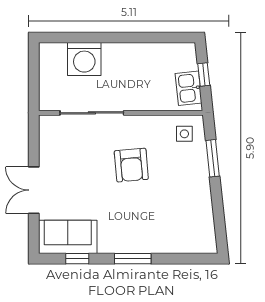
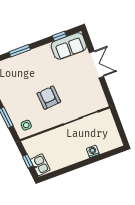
washing machine: (84, 59) -> (93, 151), width x0.53, depth x0.53
kitchen sink: (188, 88) -> (40, 165), moved
window: (133, 259) -> (20, 51), moved

